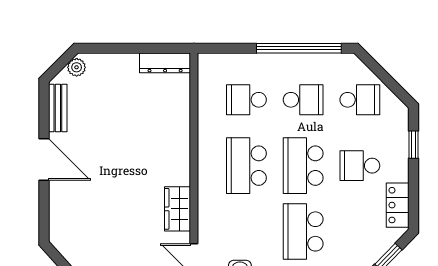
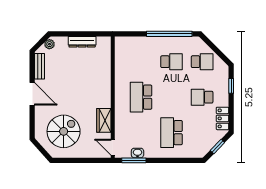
dresser: (165, 63) -> (82, 42), moved
school desk: (246, 100) -> (141, 62), removed
school desk: (303, 166) -> (172, 97), removed
spiral stairs: (103, 229) -> (64, 131), added

